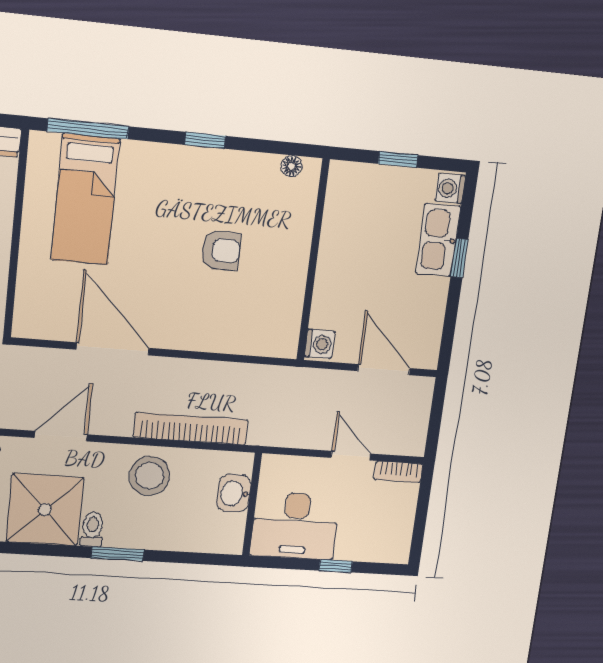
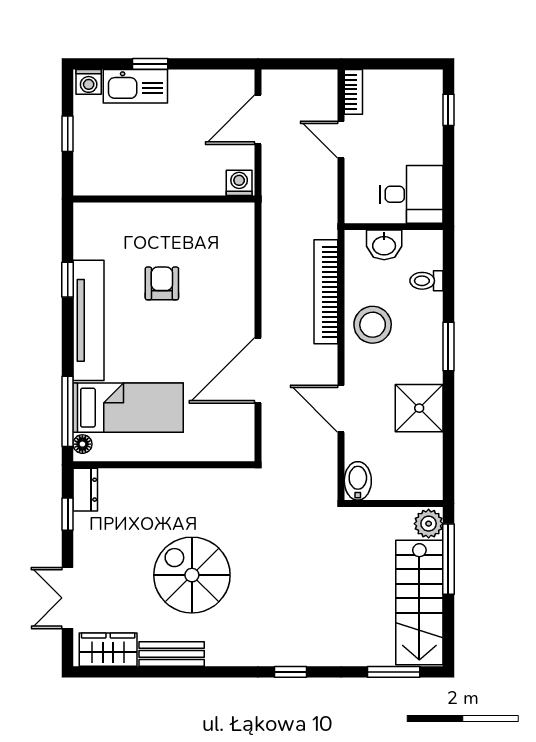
window: (205, 140) -> (68, 280), moved
tv unit: (189, 163) -> (88, 320), added
floor lamp: (291, 166) -> (82, 444), moved
door: (351, 456) -> (341, 140), hinge flipped
shower: (45, 510) -> (419, 408), width x0.73, depth x0.73
desk: (295, 526) -> (412, 194), width x0.73
toilet: (92, 529) -> (426, 281), moved
window: (336, 566) -> (448, 110), moved

